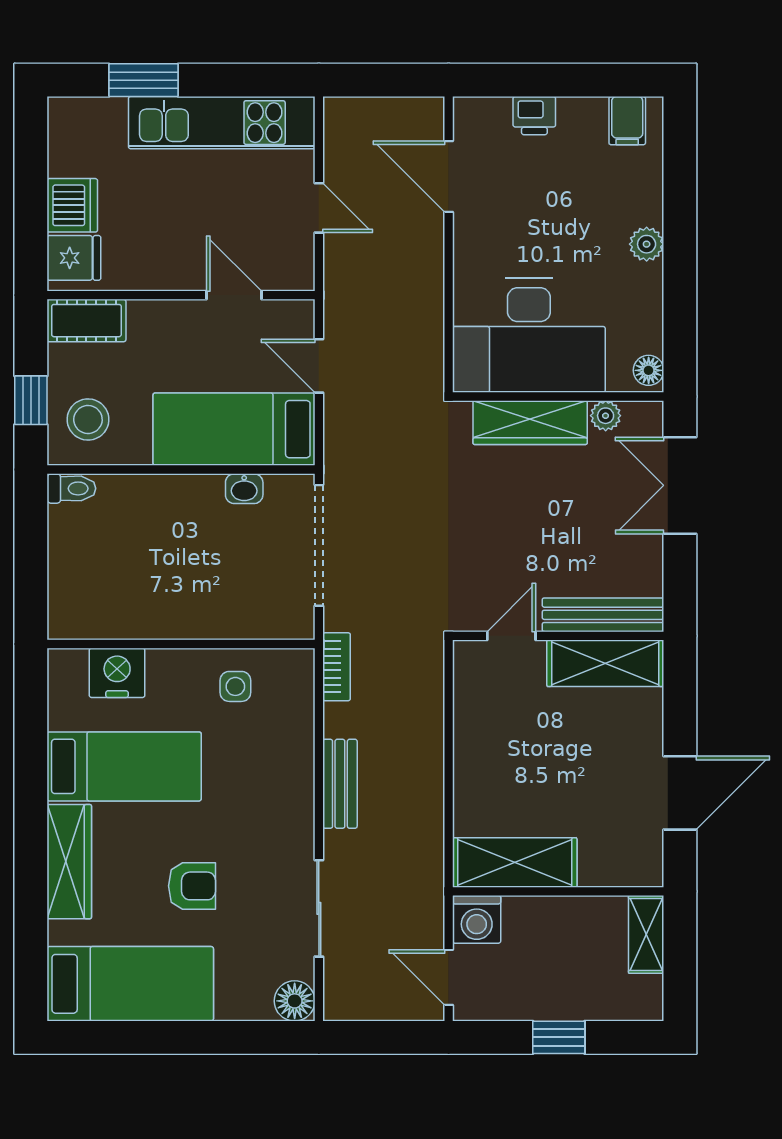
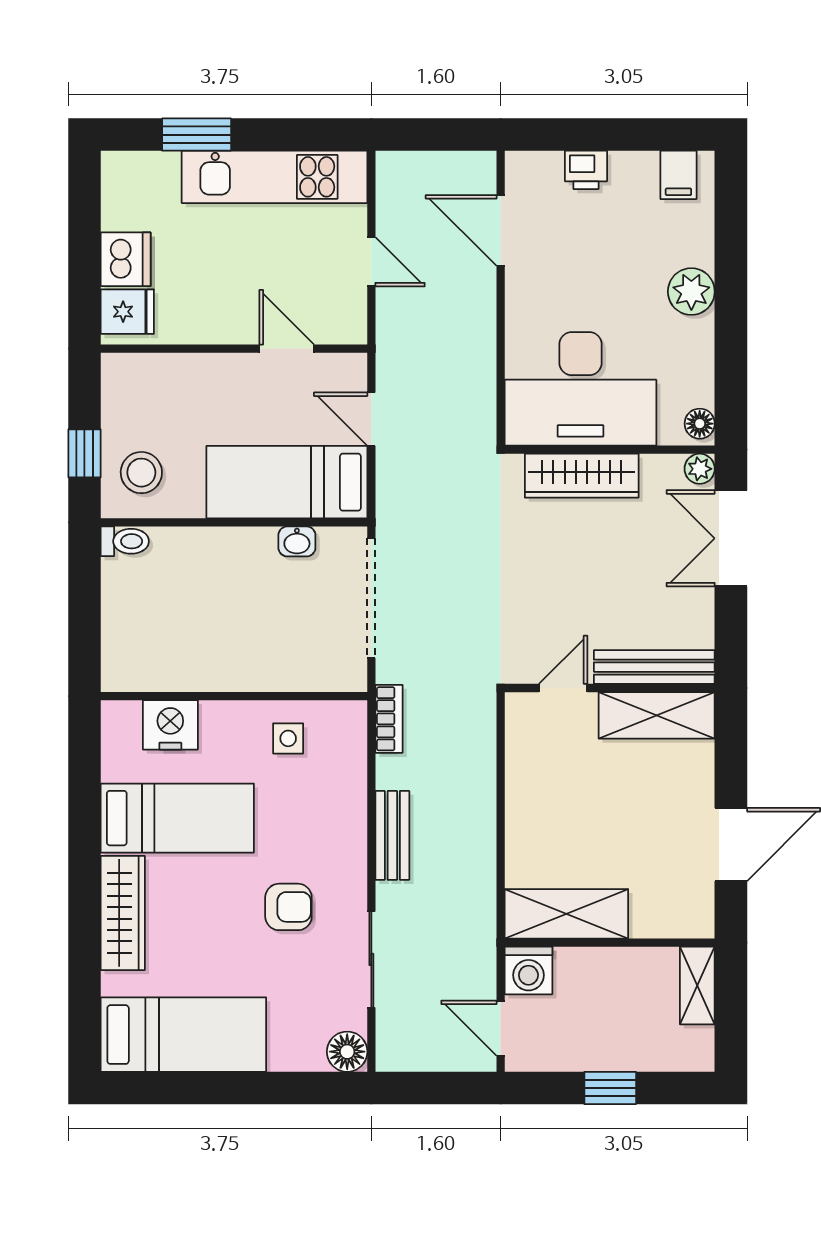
plant: (647, 244) -> (691, 292), width x1.38, depth x1.38
cot: (86, 321) -> (140, 374), removed
plant: (606, 416) -> (700, 469), moved
armchair: (192, 886) -> (288, 907), moved

